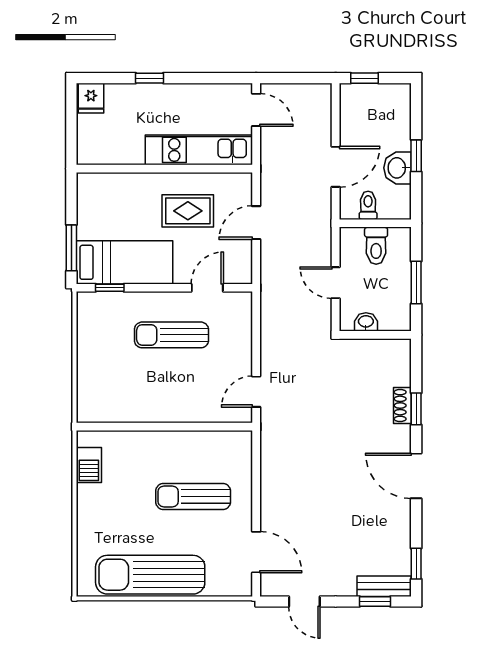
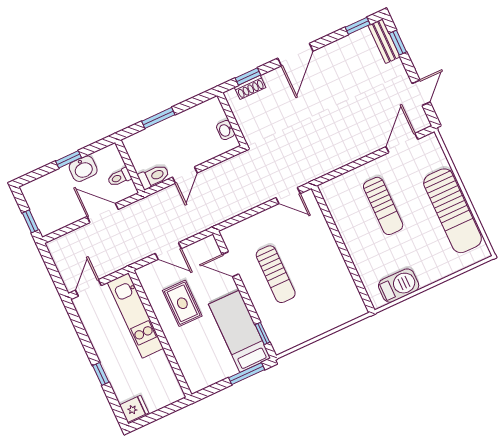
toilet: (376, 246) -> (154, 176), moved
washbasin: (366, 322) -> (226, 130), moved
wall: (375, 335) -> (232, 119), moved
barbecue: (89, 465) -> (399, 286), width x1.38, depth x1.27

